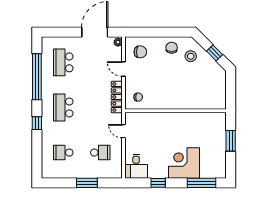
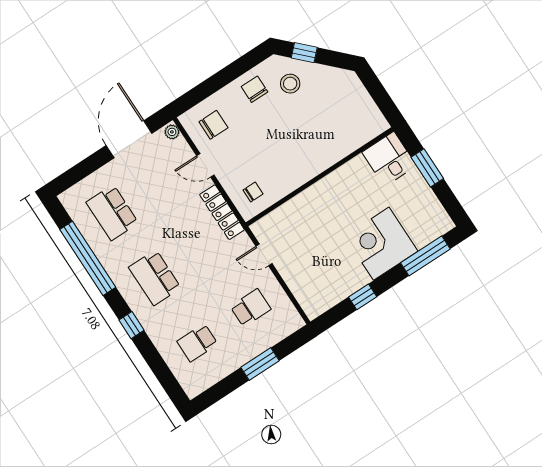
window: (215, 53) -> (304, 53), moved
desk: (136, 166) -> (389, 159), moved, turned 180

